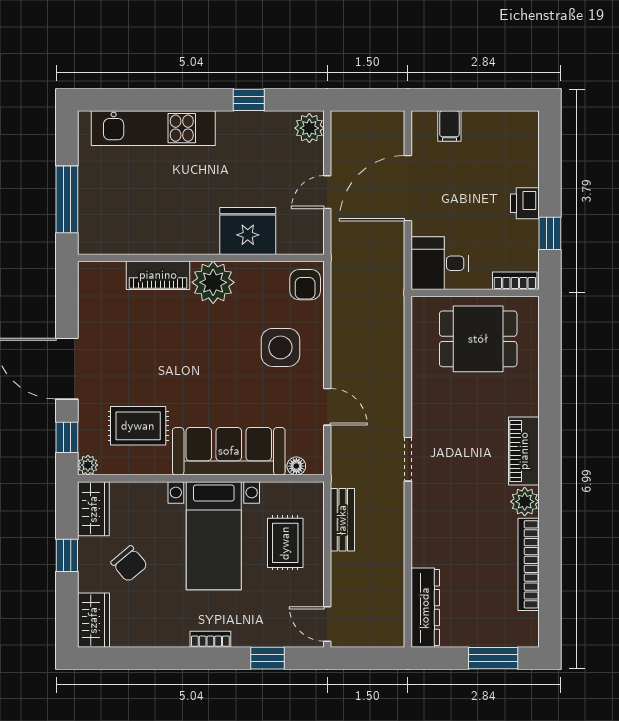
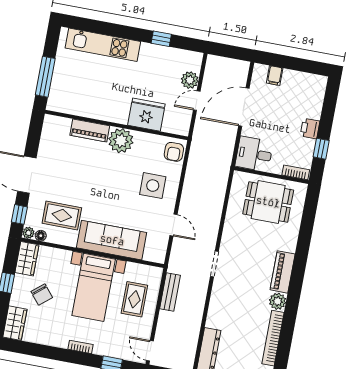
plant: (309, 128) -> (190, 80), moved
floor lamp: (296, 466) -> (41, 236), moved

